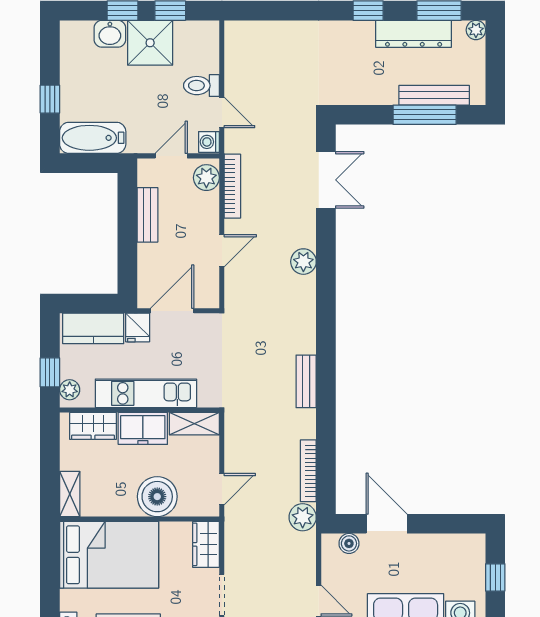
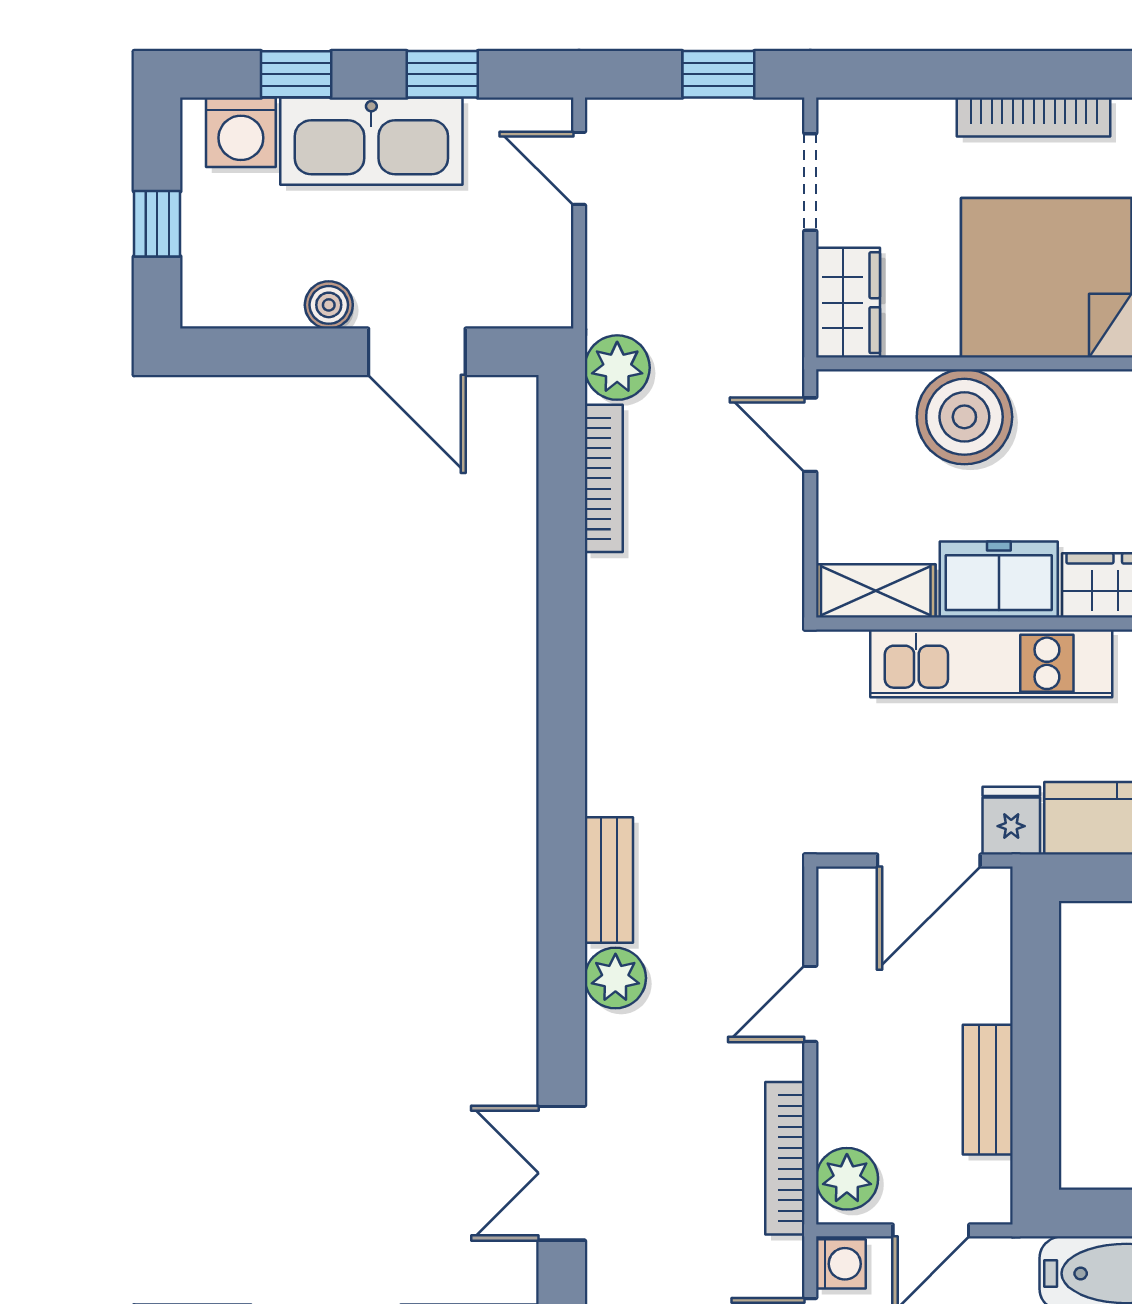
bench: (306, 381) -> (609, 880), moved
door: (222, 489) -> (810, 435), hinge flipped
boiler: (349, 543) -> (329, 305), moved

